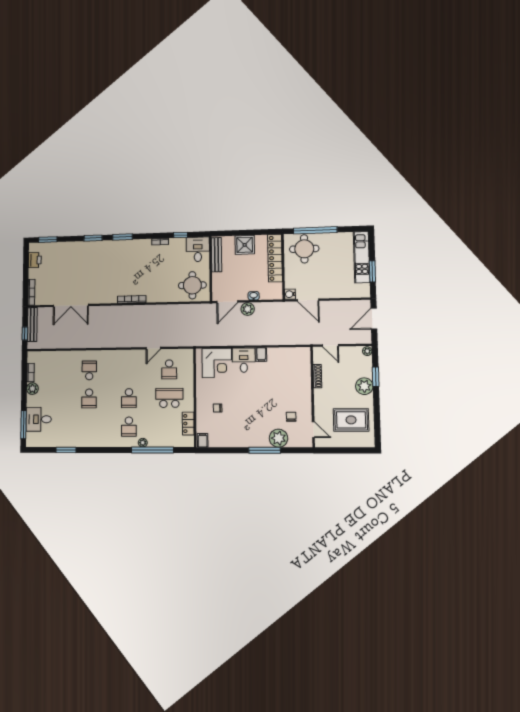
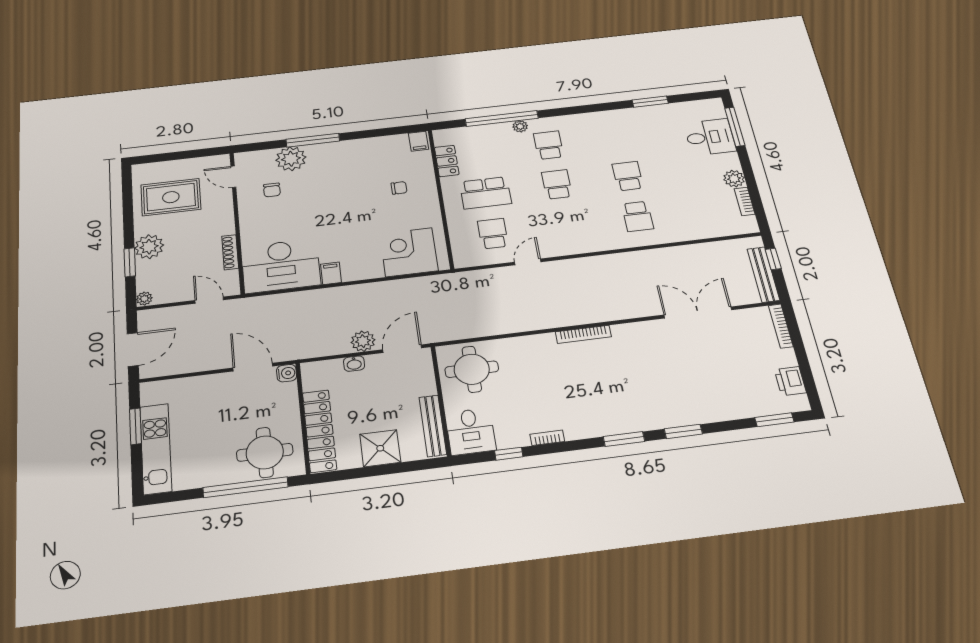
desk: (244, 360) -> (281, 266), moved, width x1.87, depth x1.30

